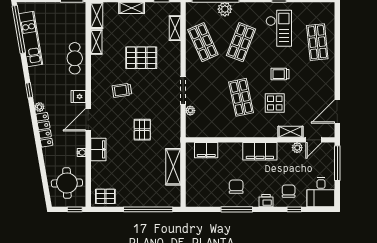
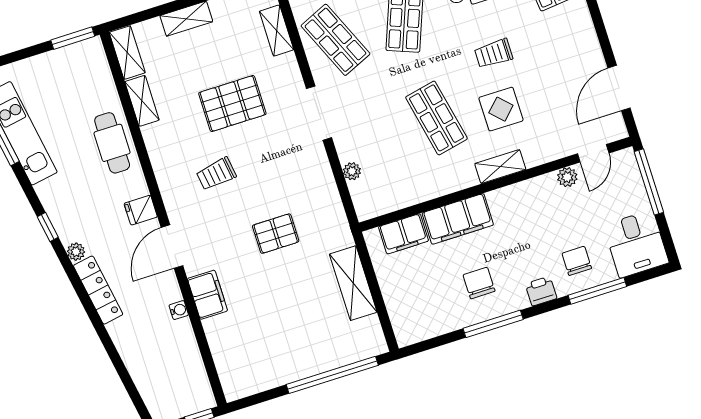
doorway: (183, 90) -> (319, 113), moved
pallet: (142, 130) -> (276, 234), turned 90
shelving: (291, 132) -> (500, 167), moved
filing cabinet: (260, 151) -> (458, 219), moved
round table: (67, 183) -> (170, 374), removed
pallet: (105, 196) -> (247, 376), removed
window: (294, 209) -> (597, 291), width x2.17

